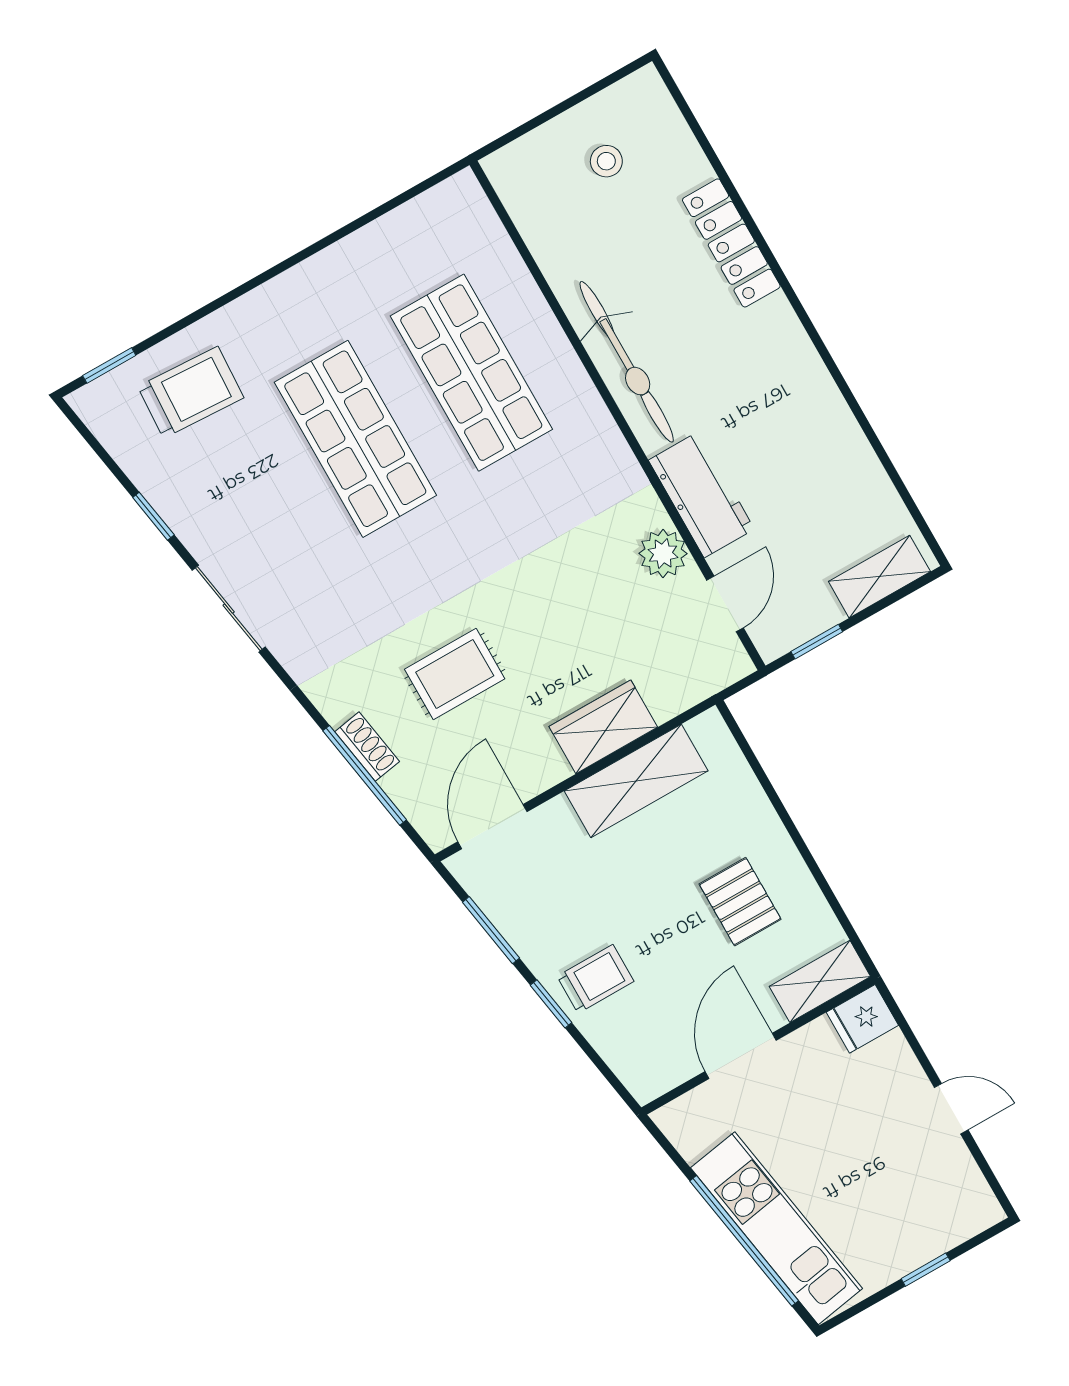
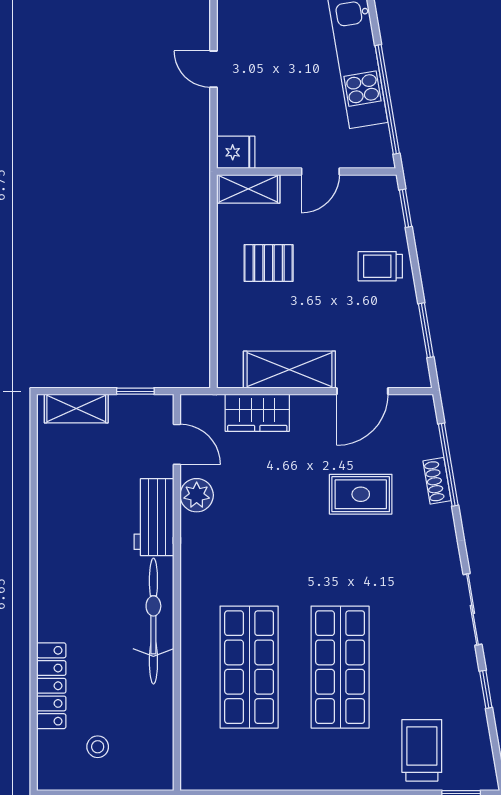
locker: (731, 243) -> (51, 686), moved
trolley: (191, 392) -> (422, 750), turned 87
door: (725, 604) -> (177, 444), swing flipped
wardrobe: (603, 727) -> (257, 413), moved
door: (492, 827) -> (362, 391), moved
pallet: (740, 902) -> (269, 263), turned 90
window: (551, 1004) -> (405, 208), moved
door: (741, 1056) -> (320, 171), width x0.73
window: (744, 1241) -> (387, 99), moved

